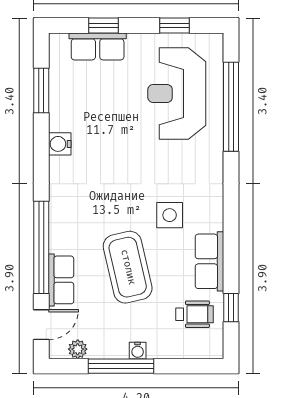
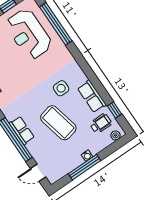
row of seats: (61, 280) -> (22, 130), moved
door: (41, 325) -> (38, 173), swing flipped
plant: (78, 349) -> (115, 135), moved

